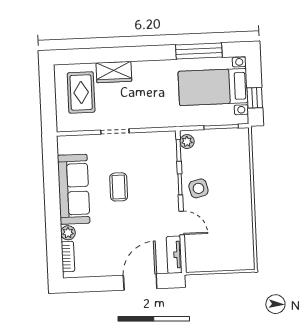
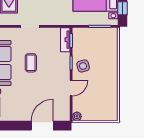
plant: (187, 142) -> (77, 116), moved
door: (182, 223) -> (71, 88), hinge flipped
tv unit: (174, 255) -> (65, 40), moved

